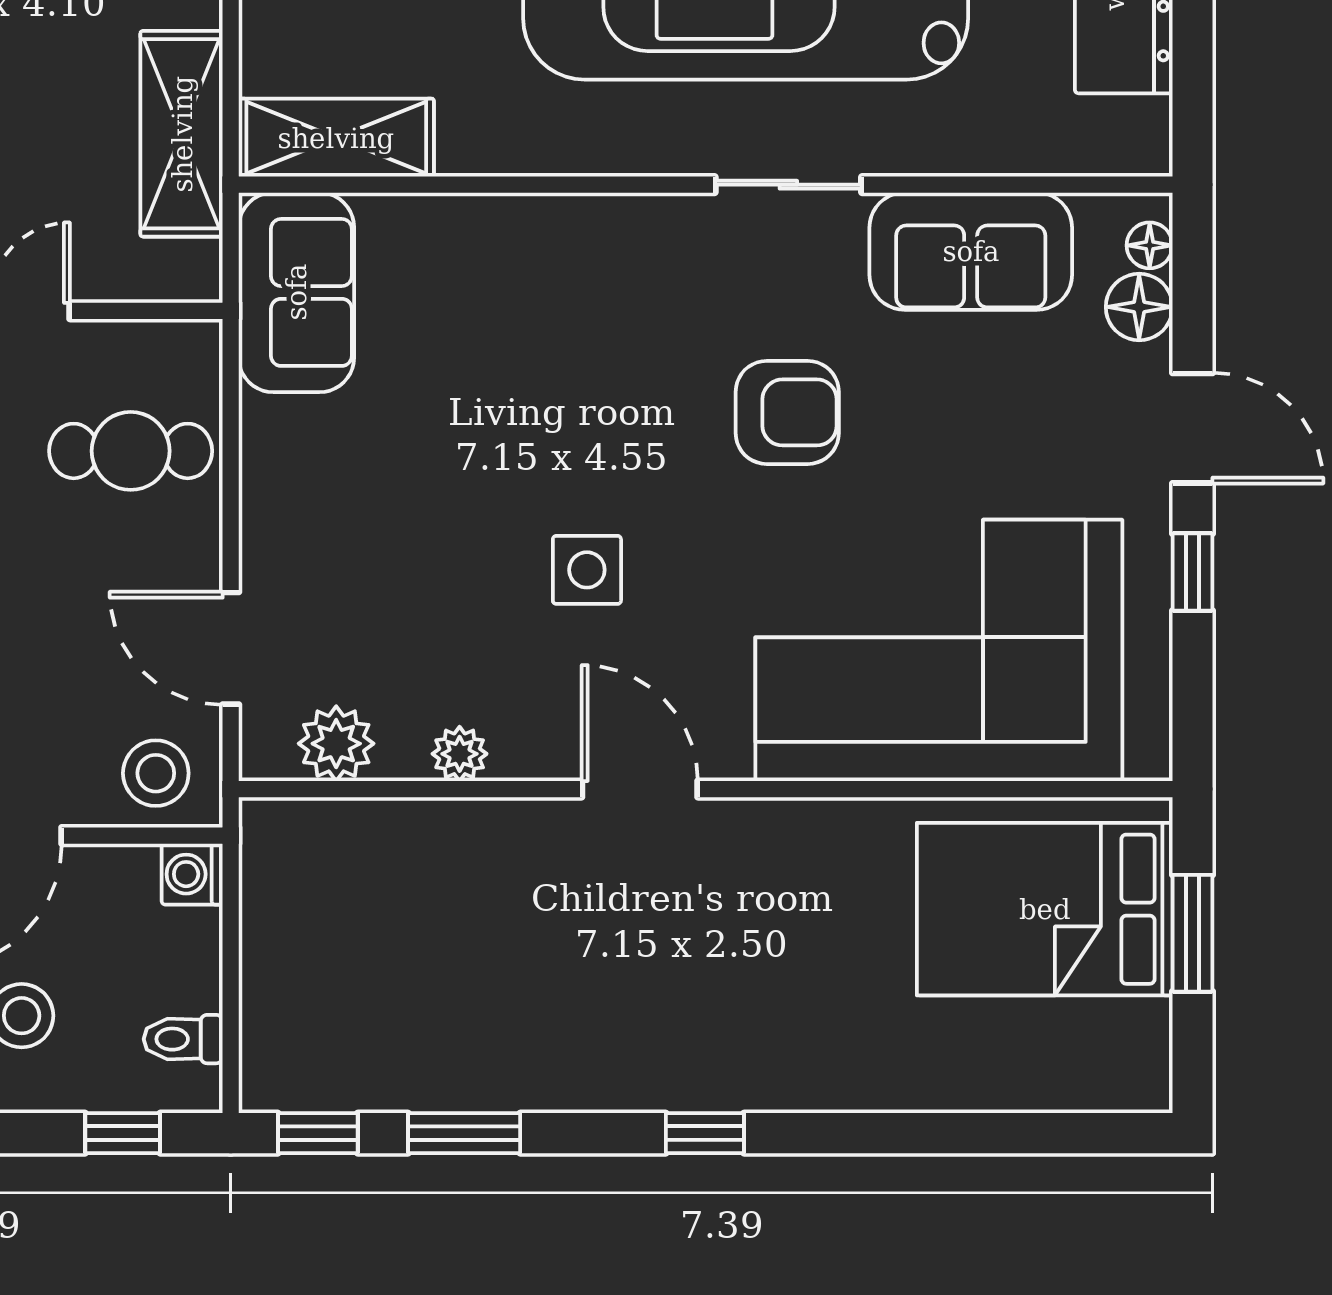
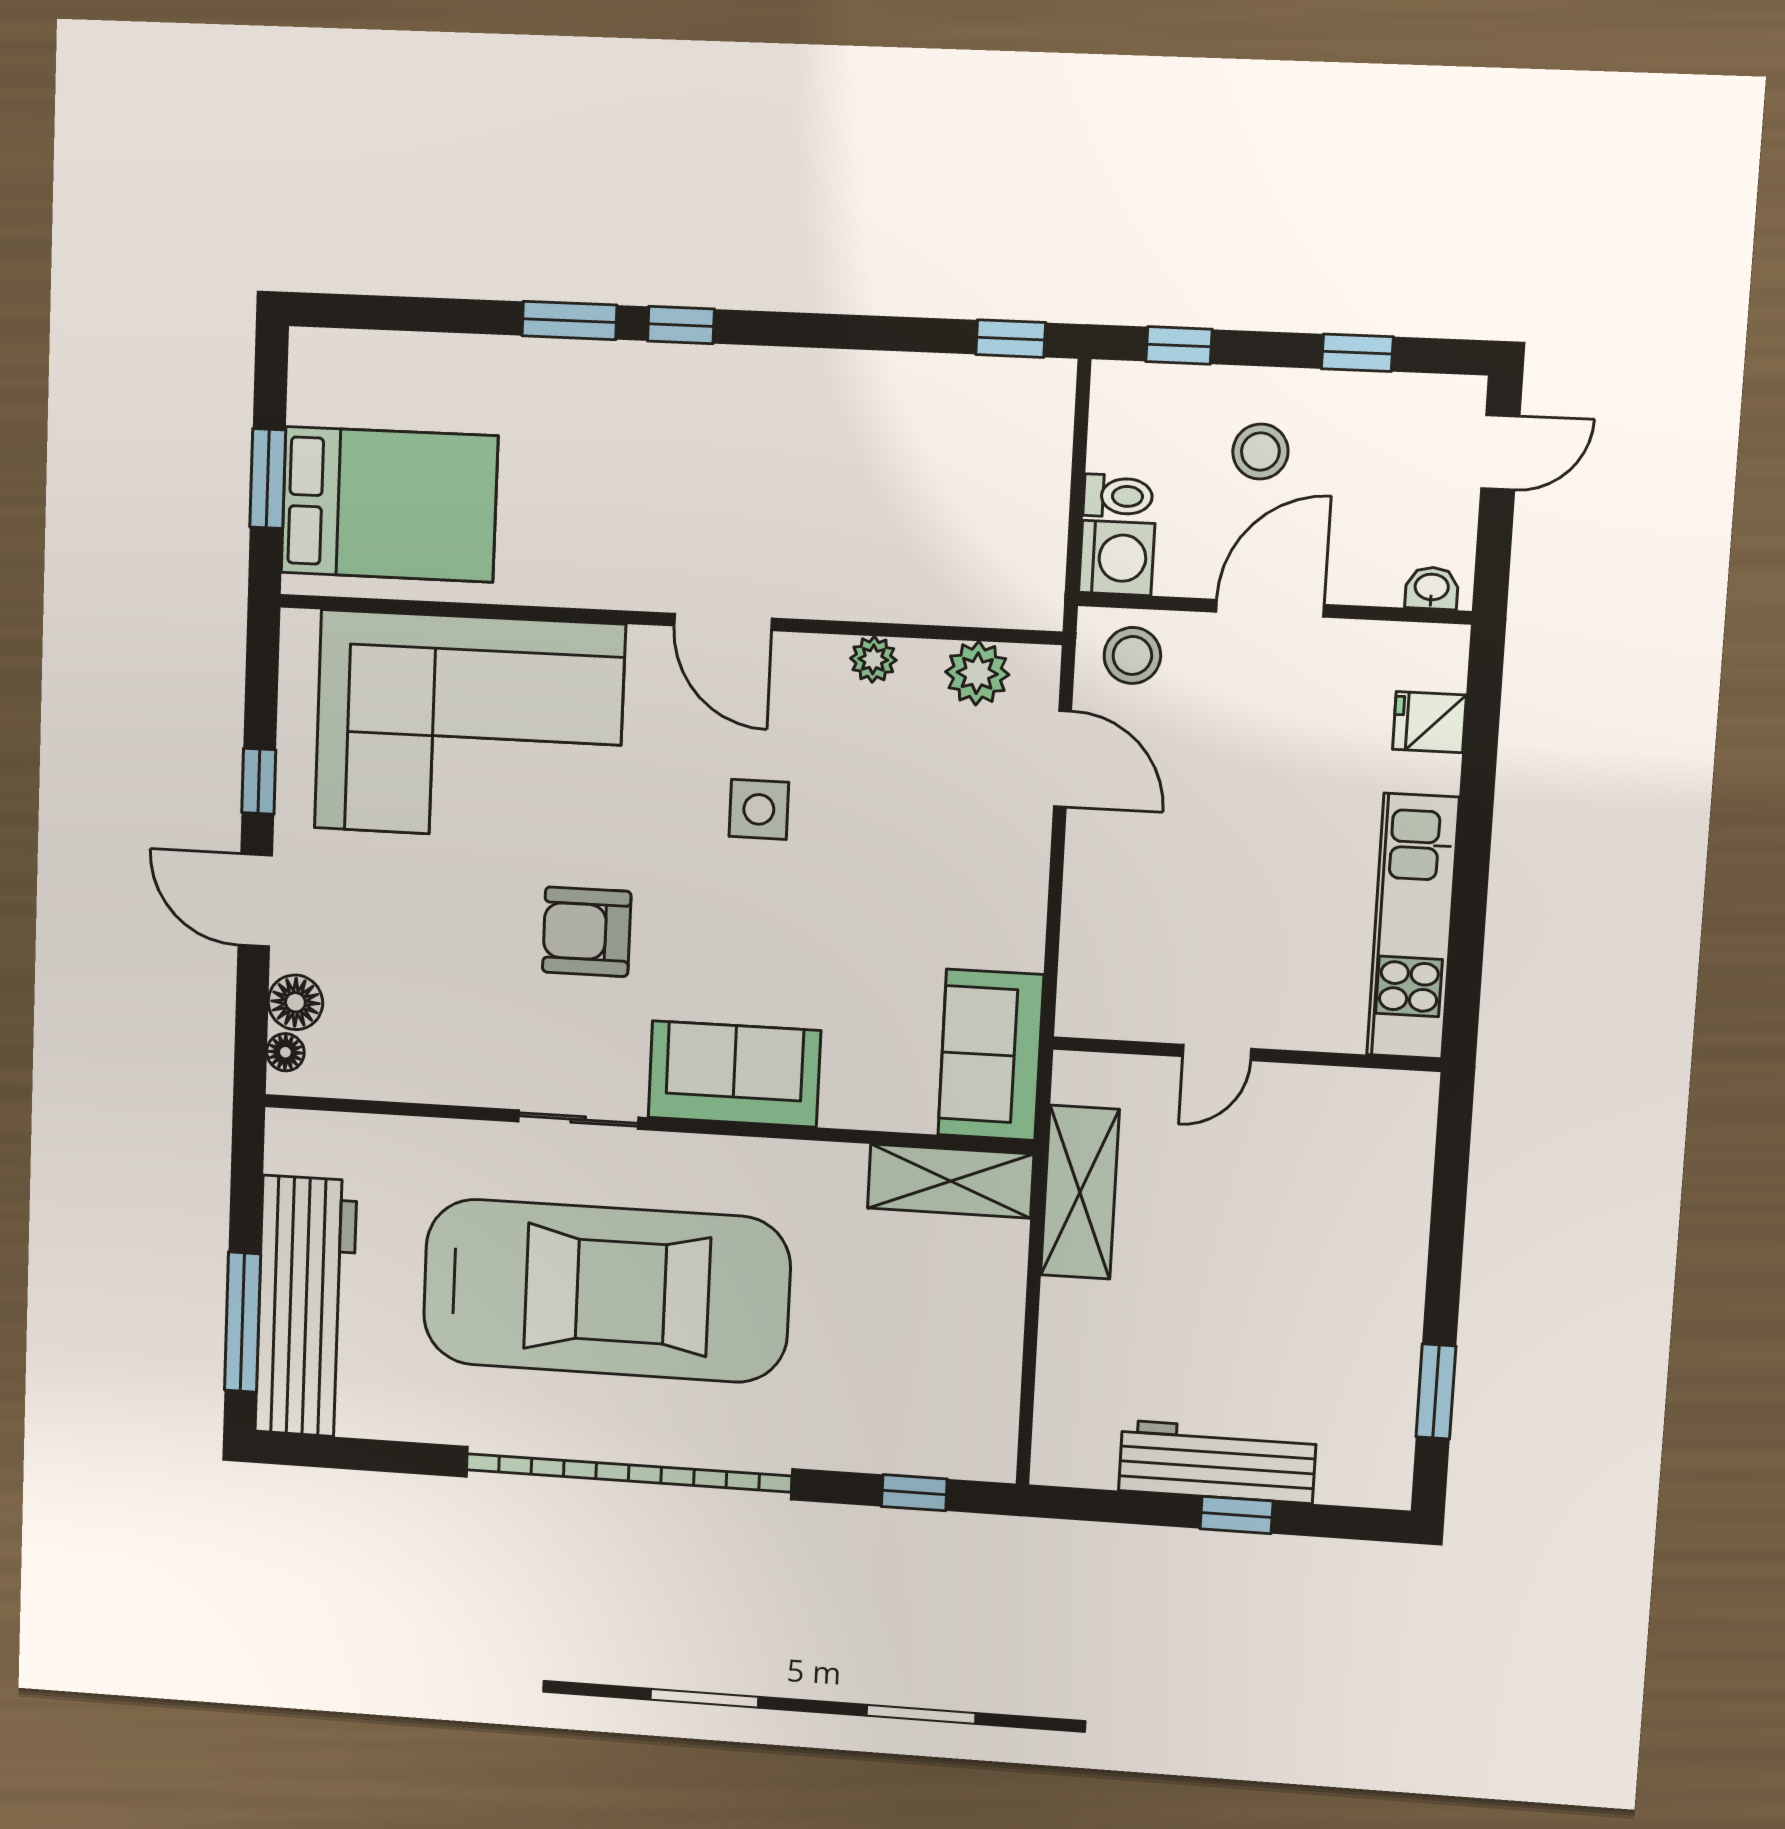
sofa: (971, 251) -> (734, 1074), moved
cafe table: (131, 451) -> (1138, 930), removed
washing machine: (192, 874) -> (1117, 558), width x1.38, depth x1.38
toilet: (183, 1039) -> (1118, 496), moved
window: (464, 1133) -> (569, 320), moved

